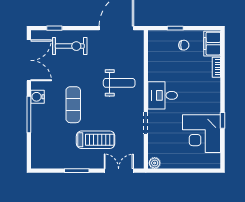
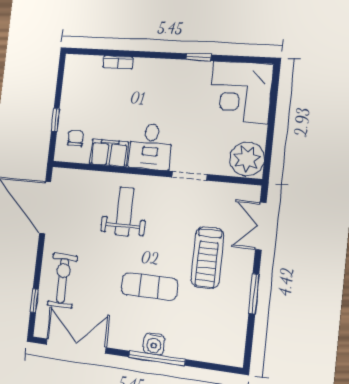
filing cabinet: (212, 44) -> (109, 153), moved, turned 180
chair: (184, 45) -> (76, 138), moved
water cooler: (38, 97) -> (154, 344), moved
corner desk: (201, 134) -> (241, 92), moved, turned 90
treadmill: (96, 140) -> (207, 258), turned 180
plant: (155, 163) -> (247, 159), width x1.88, depth x1.88

